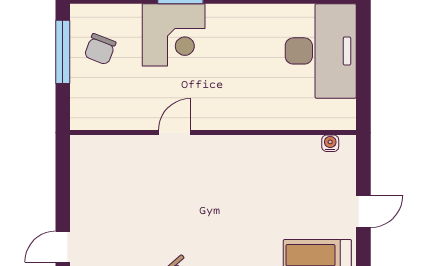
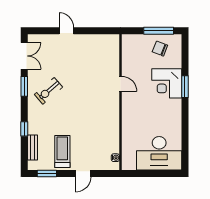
door: (363, 211) -> (83, 173), hinge flipped

